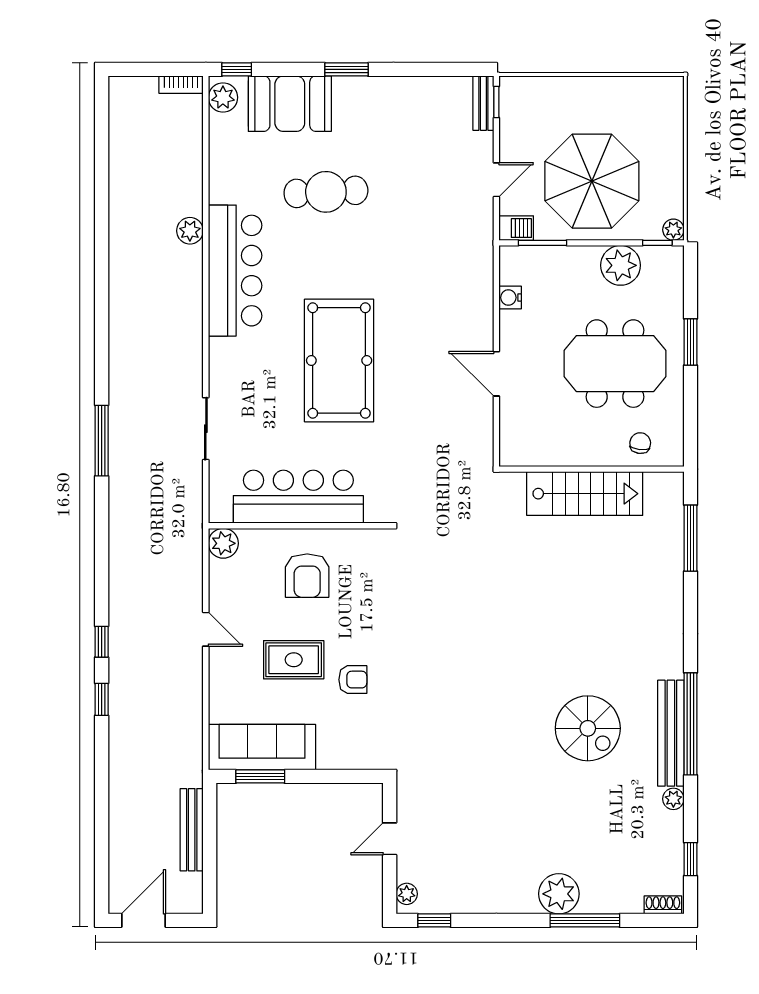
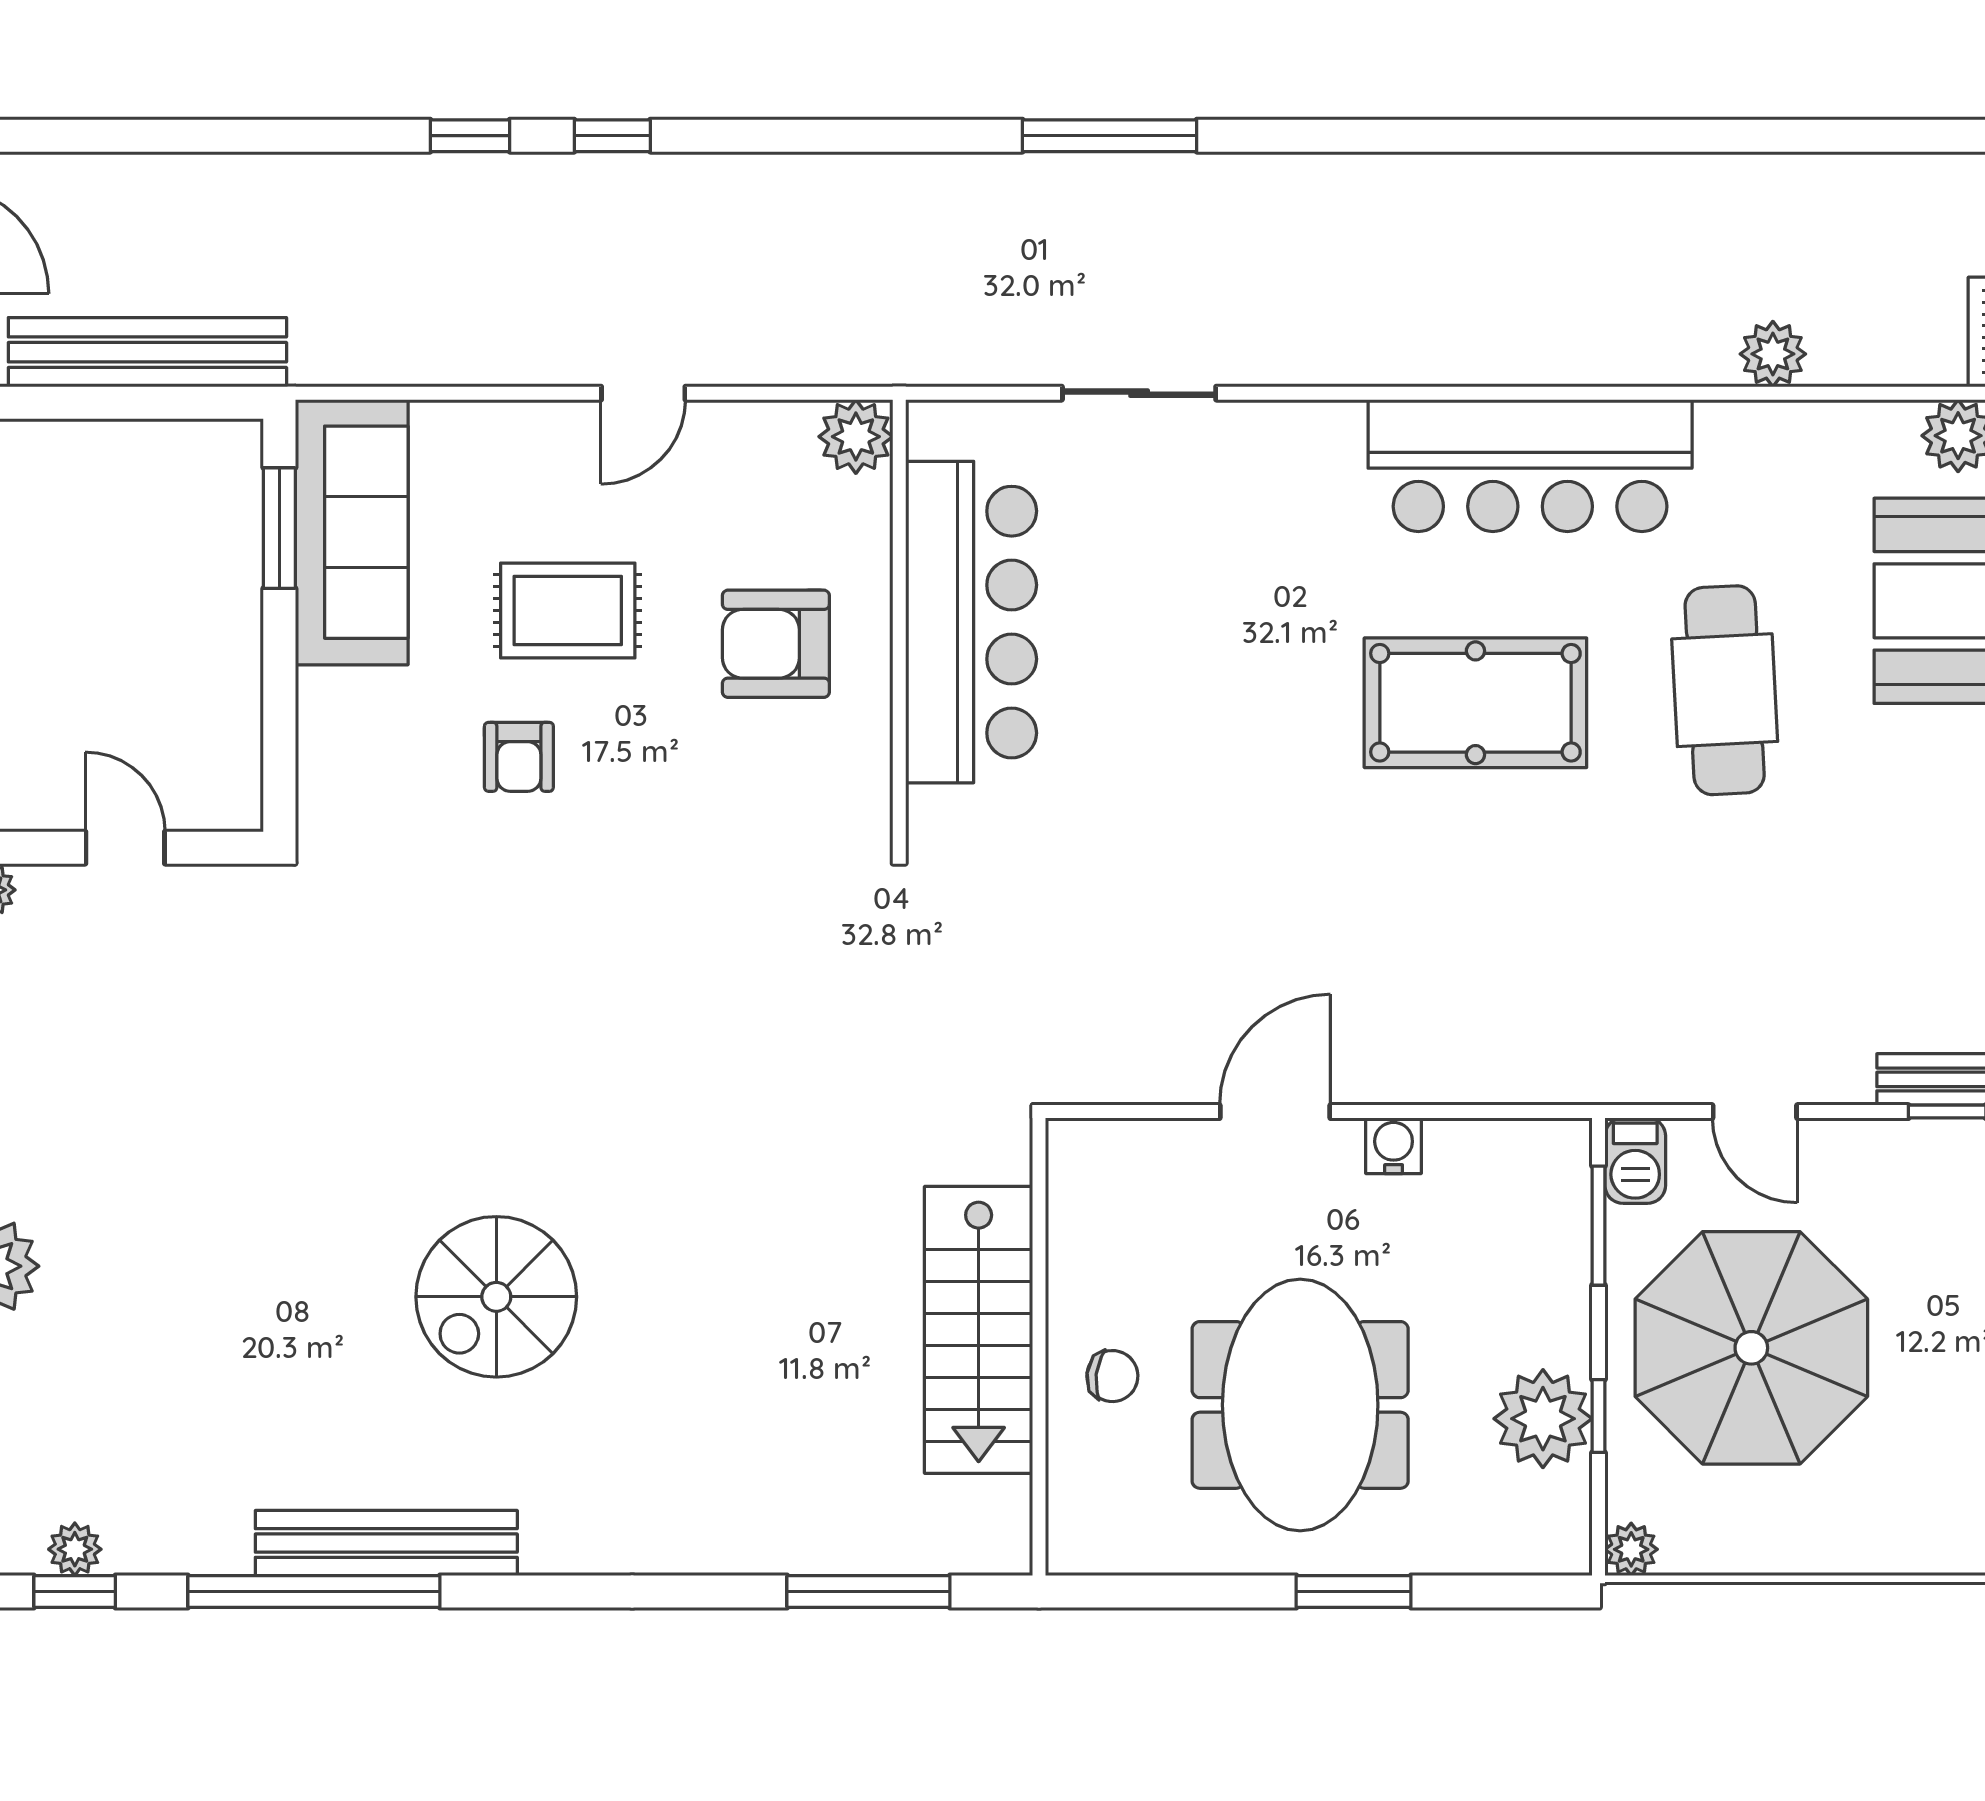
plant: (190, 231) -> (1773, 354), moved
window: (657, 243) -> (1599, 1416), moved
water cooler: (510, 298) -> (1394, 1146), moved
pool table: (339, 360) -> (1475, 703), moved, width x0.73, depth x0.76
chair: (640, 443) -> (1112, 1376), moved
rug: (294, 660) -> (568, 611), turned 90
window: (690, 724) -> (314, 1592), moved
spiral stairs: (588, 728) -> (496, 1297), moved
plant: (673, 799) -> (75, 1549), moved
bench: (192, 830) -> (147, 352), width x1.37, depth x1.21

